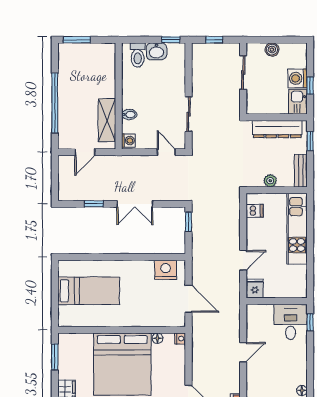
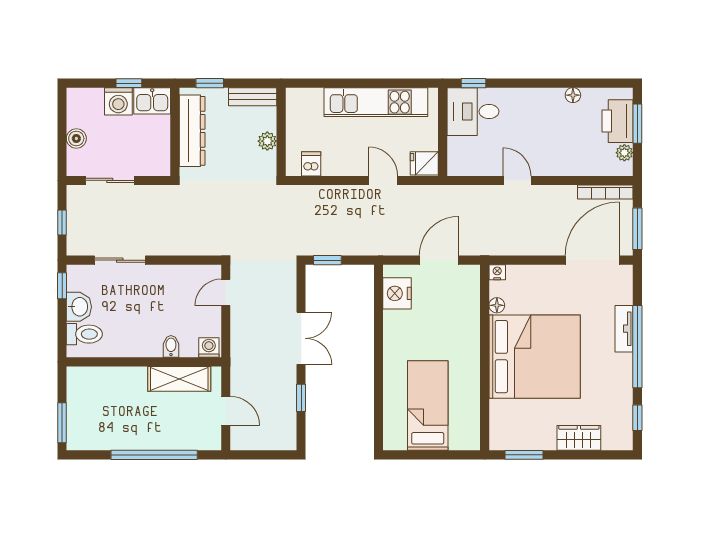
sliding door: (188, 114) -> (120, 260), moved
kitchen unit: (297, 229) -> (376, 102), moved

